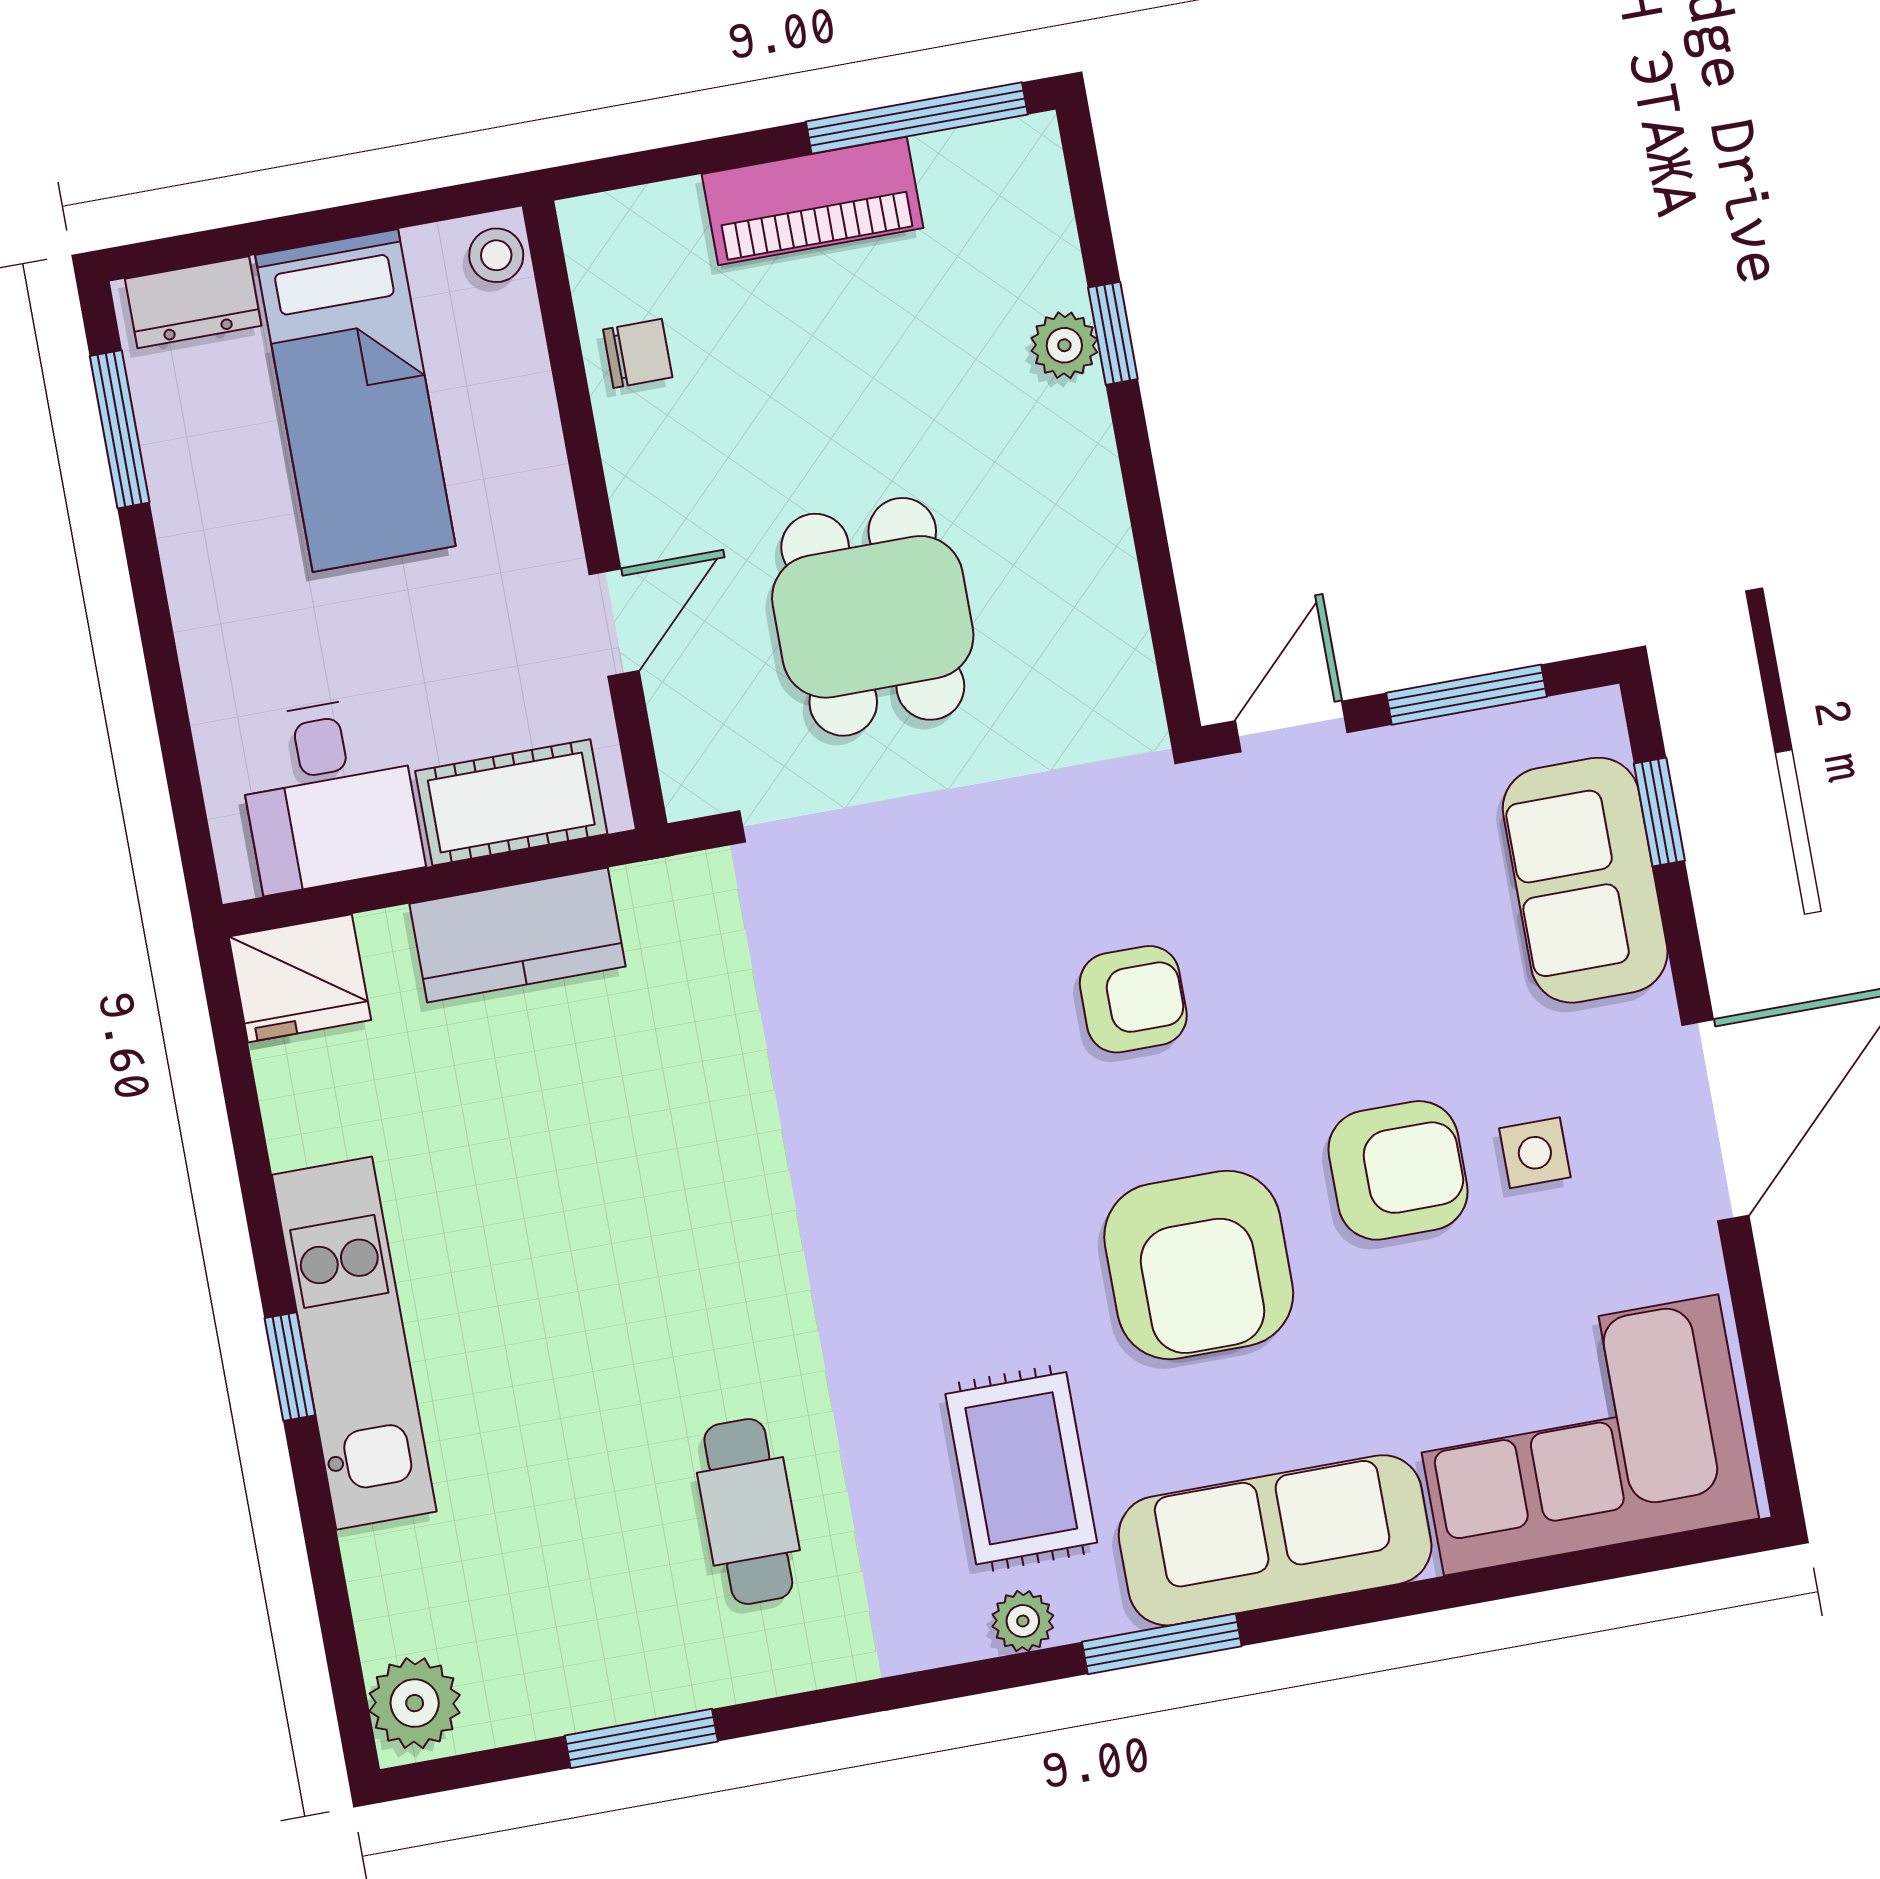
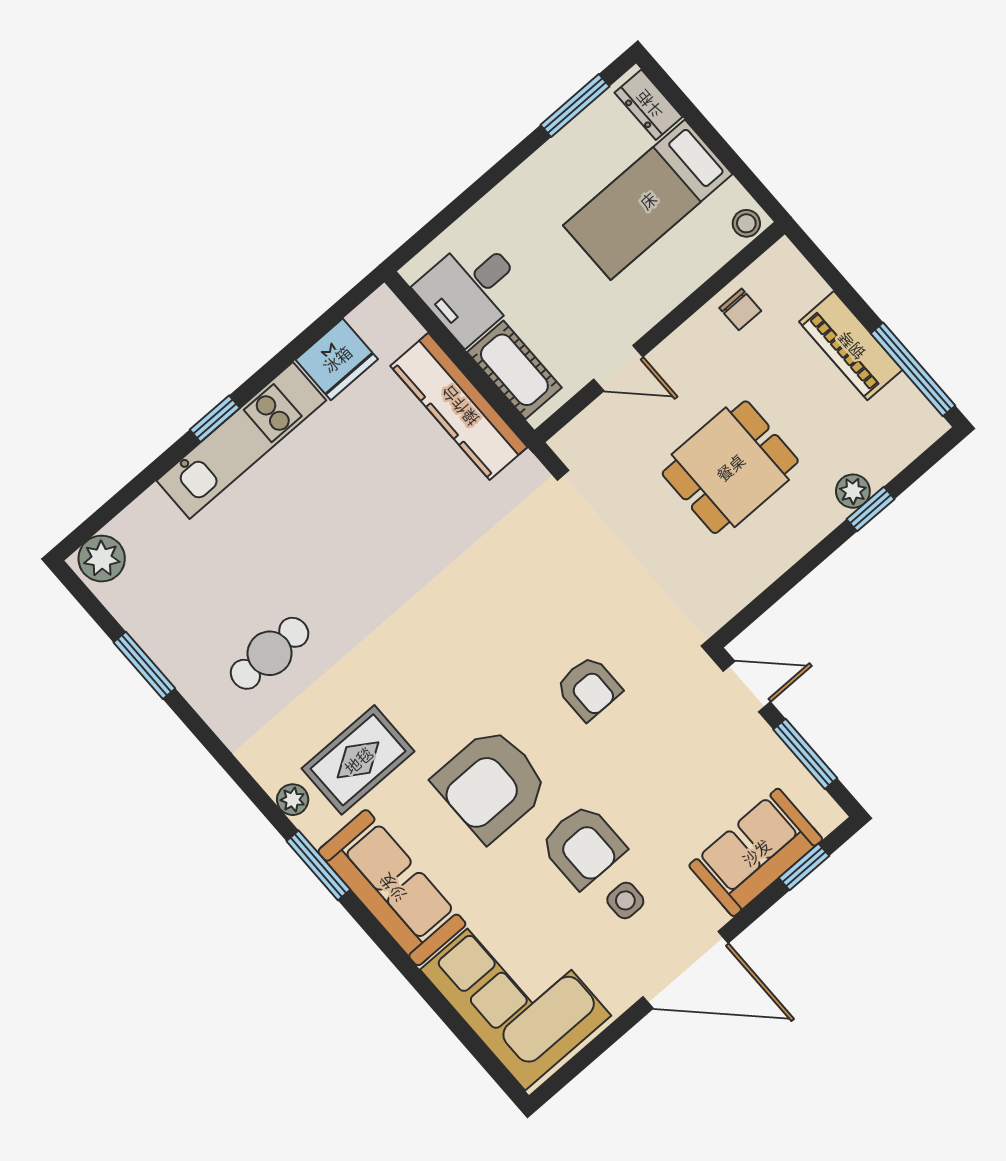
dining table: (873, 617) -> (730, 467), moved
kitchen counter: (518, 935) -> (459, 406), width x1.50
fridge: (300, 978) -> (337, 359), moved, turned -90

